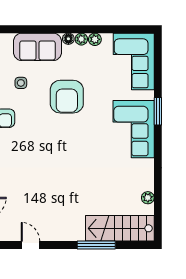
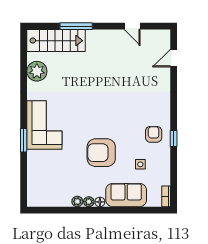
corner sofa: (134, 61) -> (44, 183), removed
armchair: (67, 97) -> (101, 153), turned -90
plant: (148, 198) -> (37, 71), width x1.87, depth x1.87

